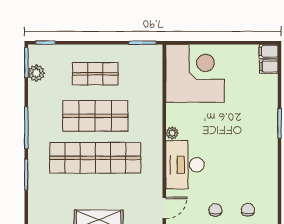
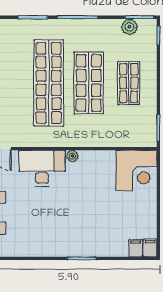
corner desk: (195, 73) -> (136, 171), width x0.74, depth x0.74

